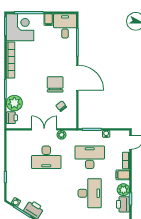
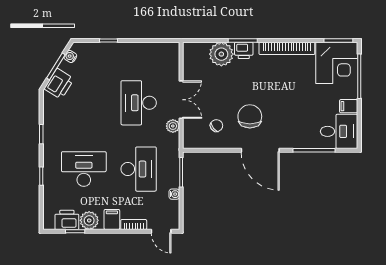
door: (77, 78) -> (260, 150), hinge flipped
chair: (55, 84) -> (250, 116), turned -90
printer: (12, 118) -> (244, 50), moved
desk: (90, 193) -> (84, 169), turned 180

